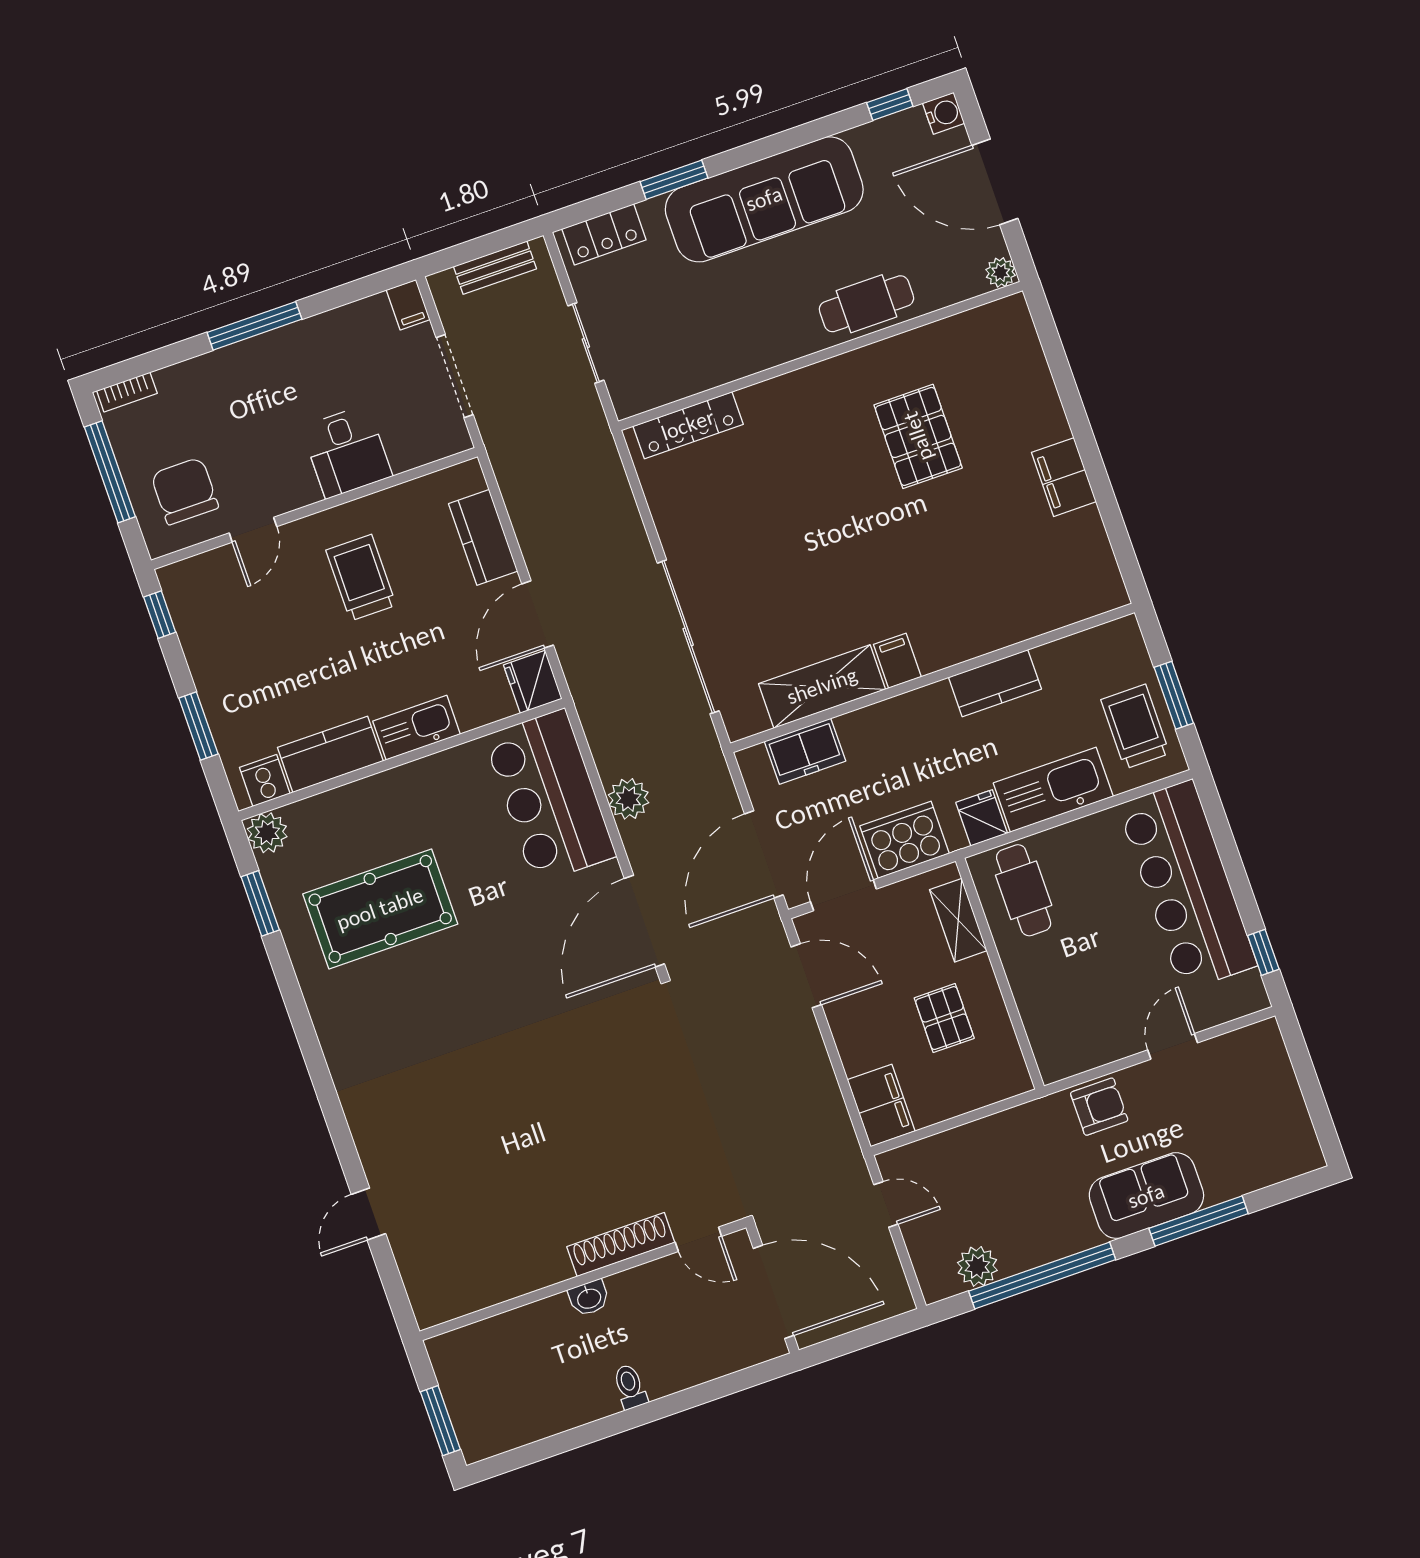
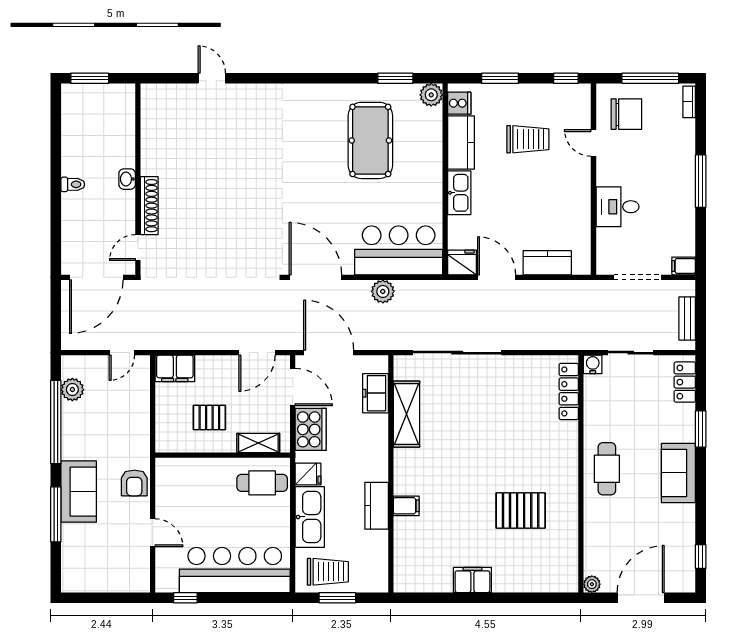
water cooler: (944, 113) -> (593, 364), moved, turned 180
sofa: (764, 199) -> (678, 473), width x0.54, depth x0.79
cafe table: (866, 304) -> (607, 469), moved
trolley: (361, 578) -> (528, 139), moved
filing cabinet: (897, 661) -> (406, 506), moved

